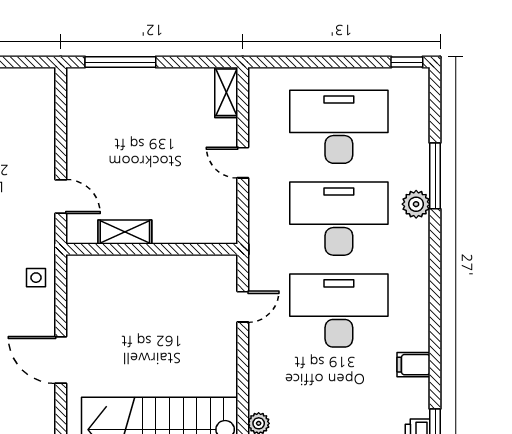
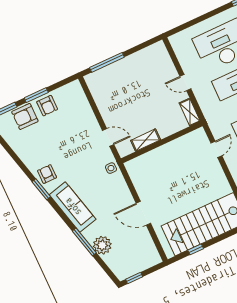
shelving: (226, 92) -> (190, 112), moved
side table: (36, 278) -> (111, 168), moved

